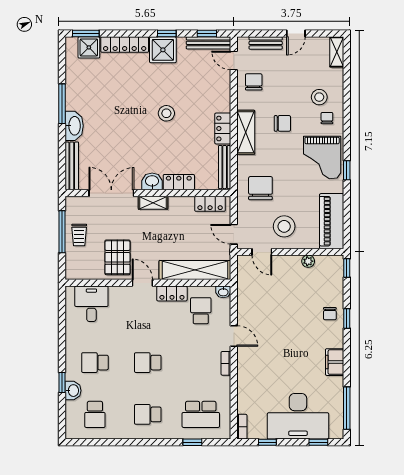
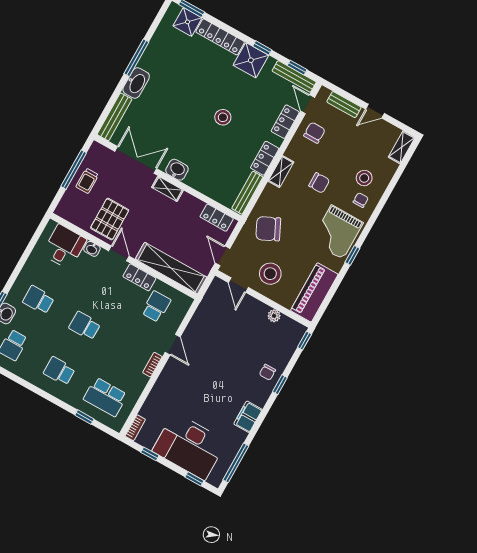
shelving: (246, 132) -> (281, 172), width x0.67, depth x0.75
locker: (179, 182) -> (285, 122), moved, turned -90
chair: (260, 188) -> (268, 229), turned -116
washbasin: (223, 292) -> (92, 249), moved

